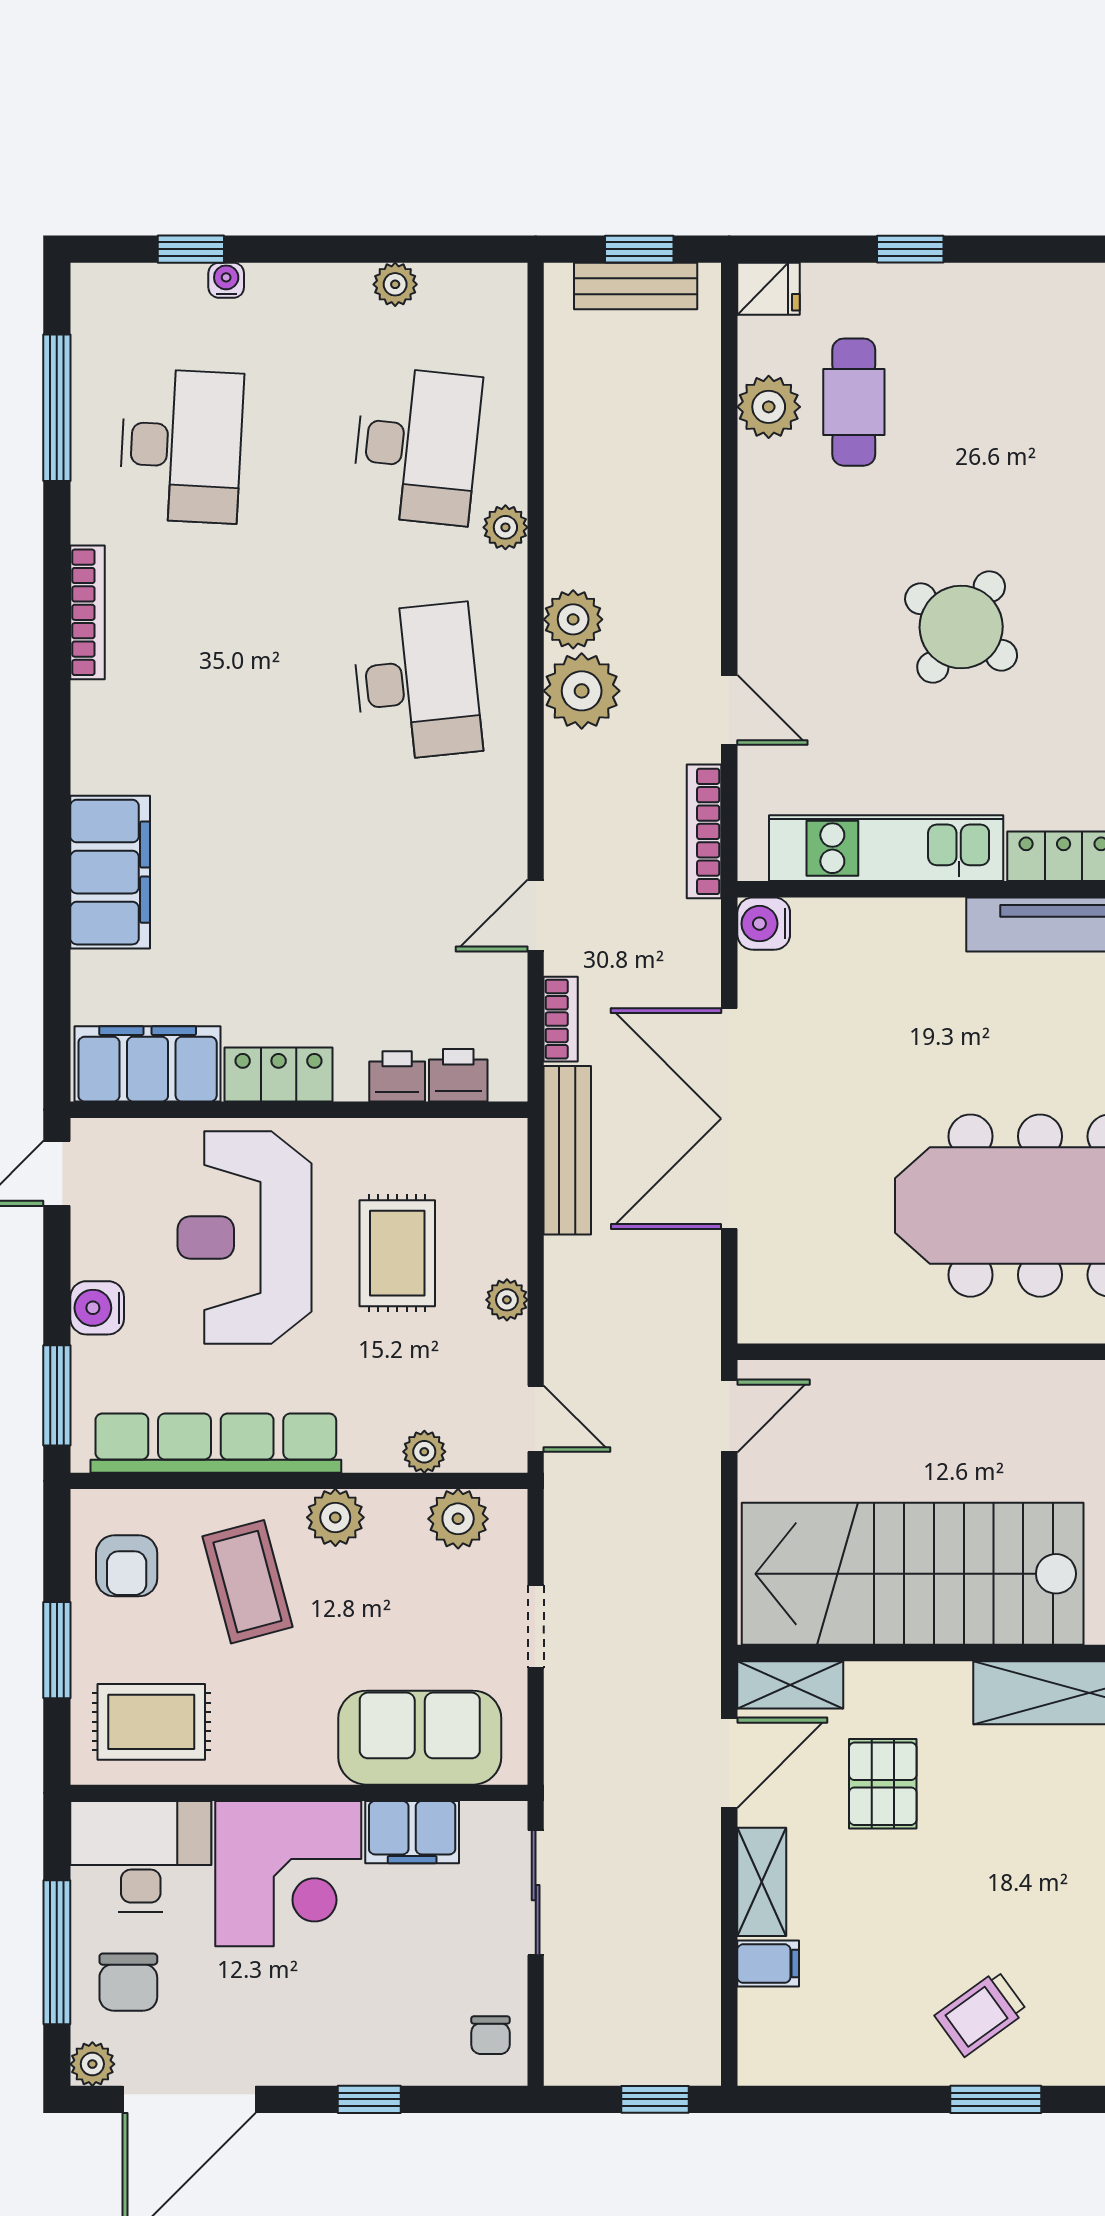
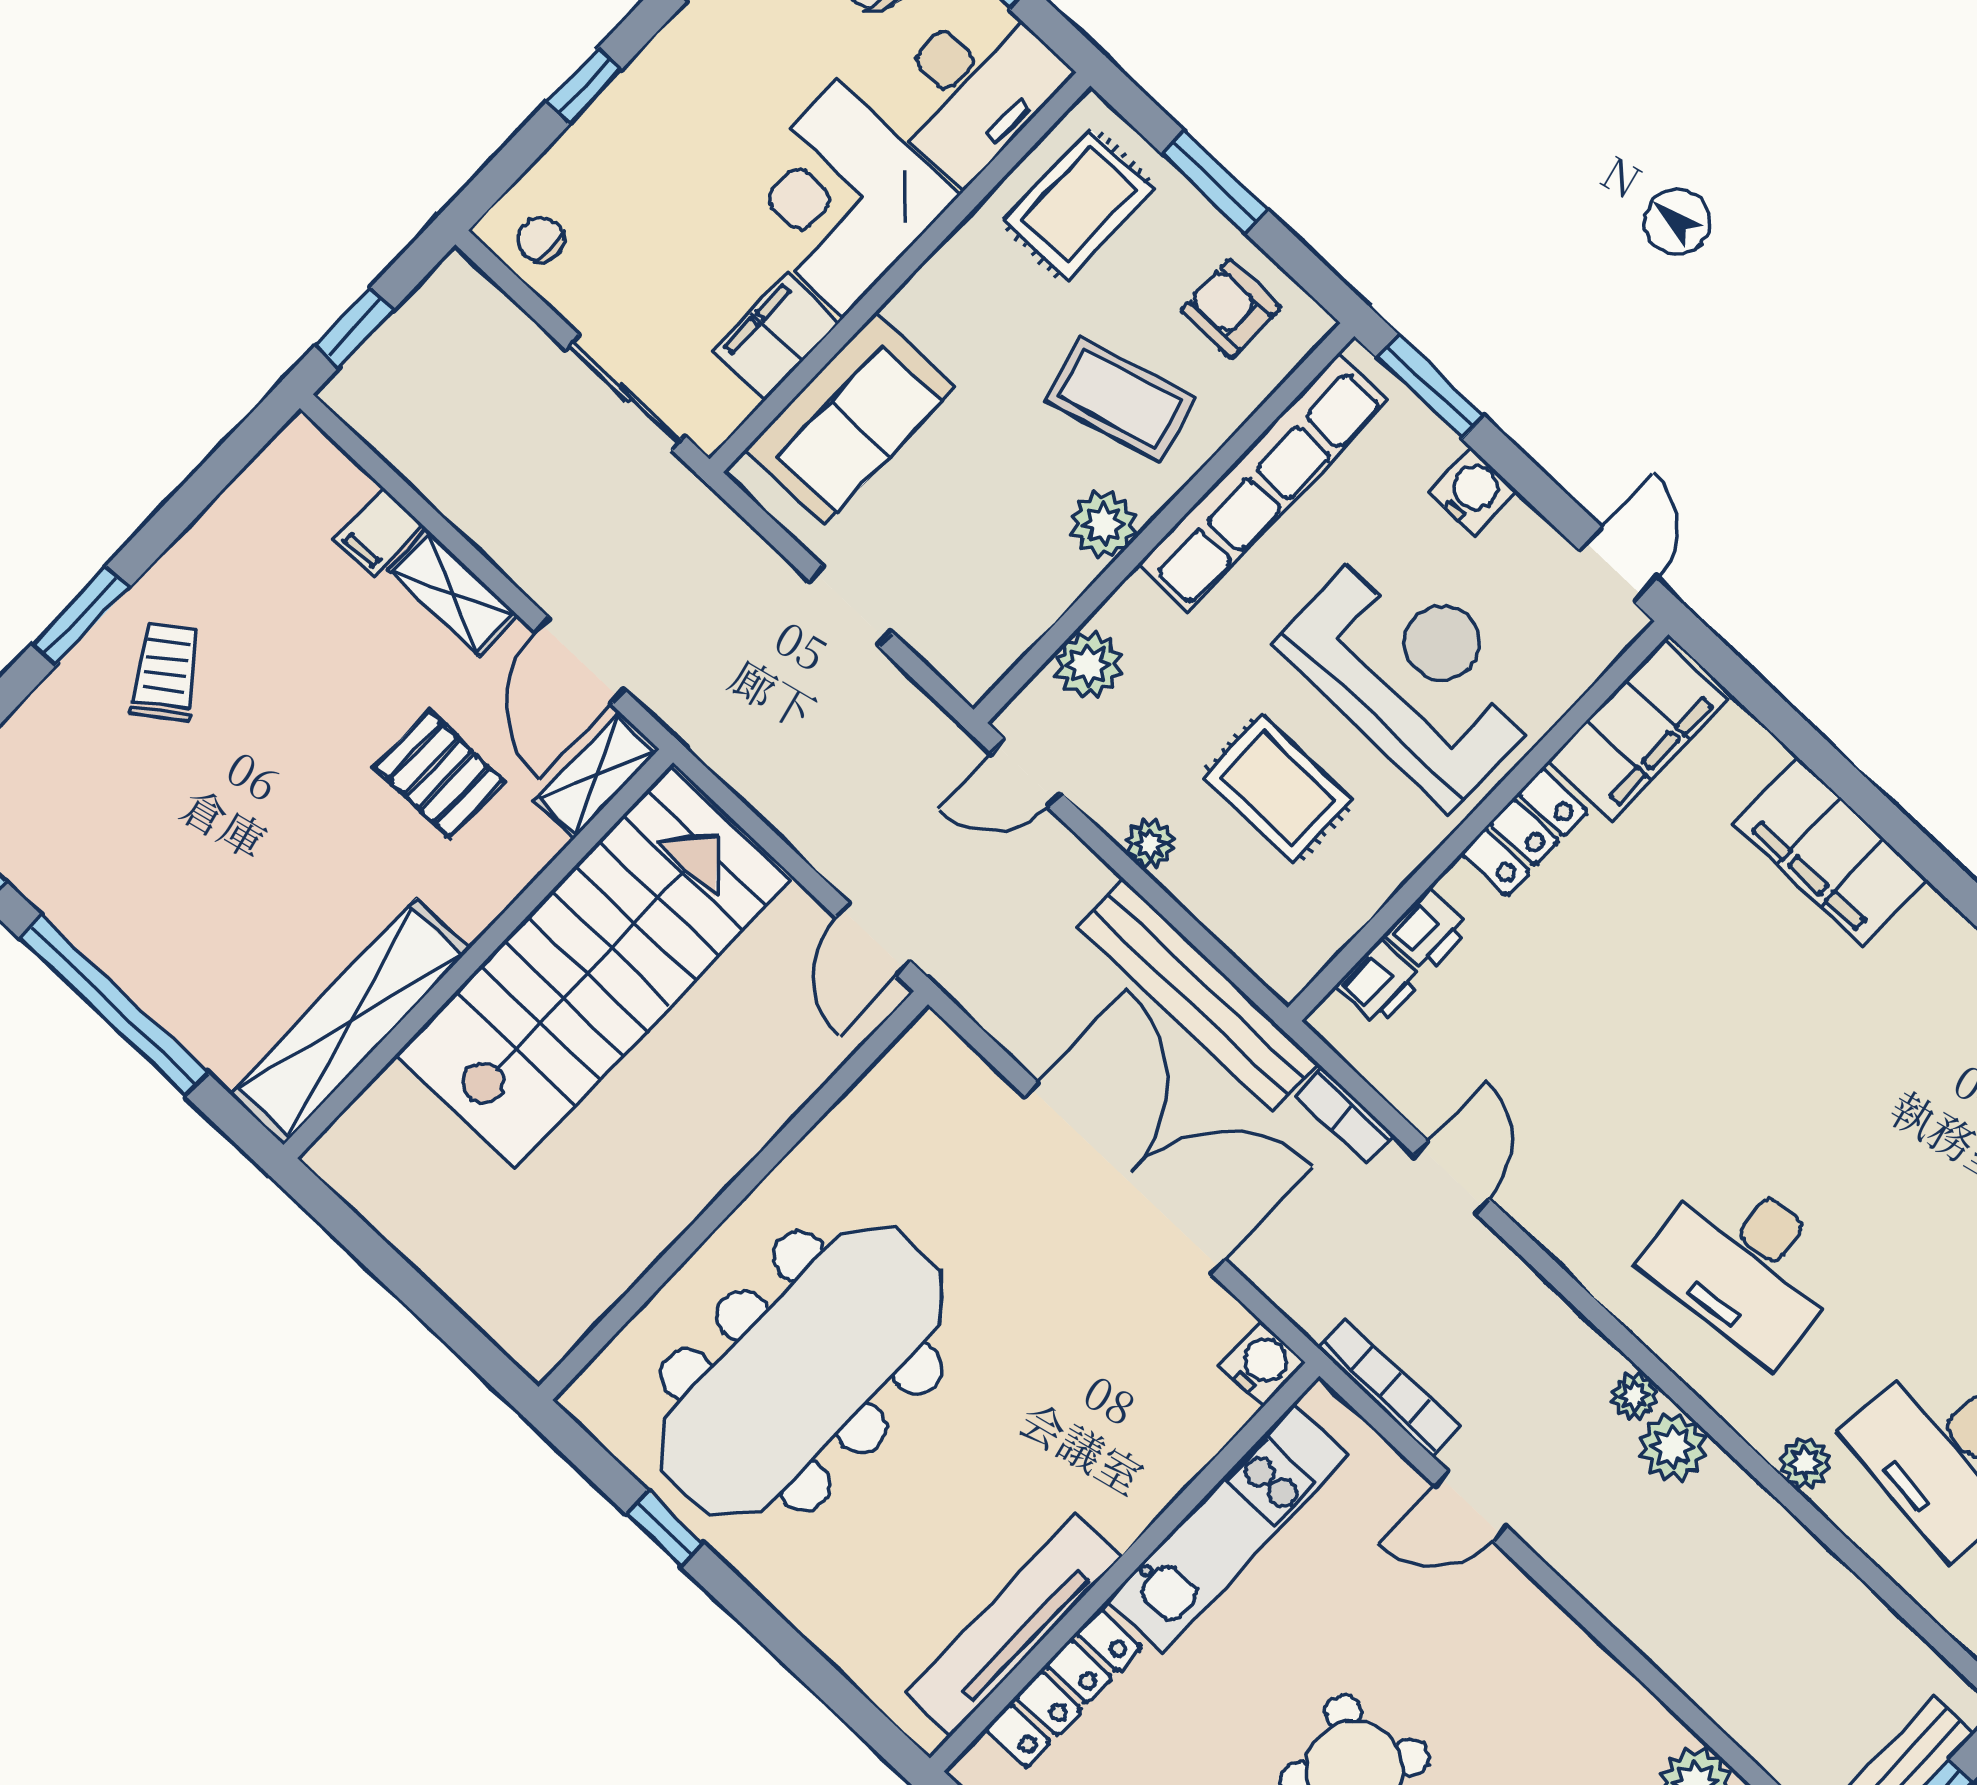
plant: (582, 691) -> (1635, 1396), width x0.53, depth x0.53
bench: (567, 1150) -> (1198, 995), width x1.37, depth x1.21
plant: (424, 1452) -> (1088, 665), width x1.38, depth x1.38
plant: (458, 1519) -> (1004, 627), removed

